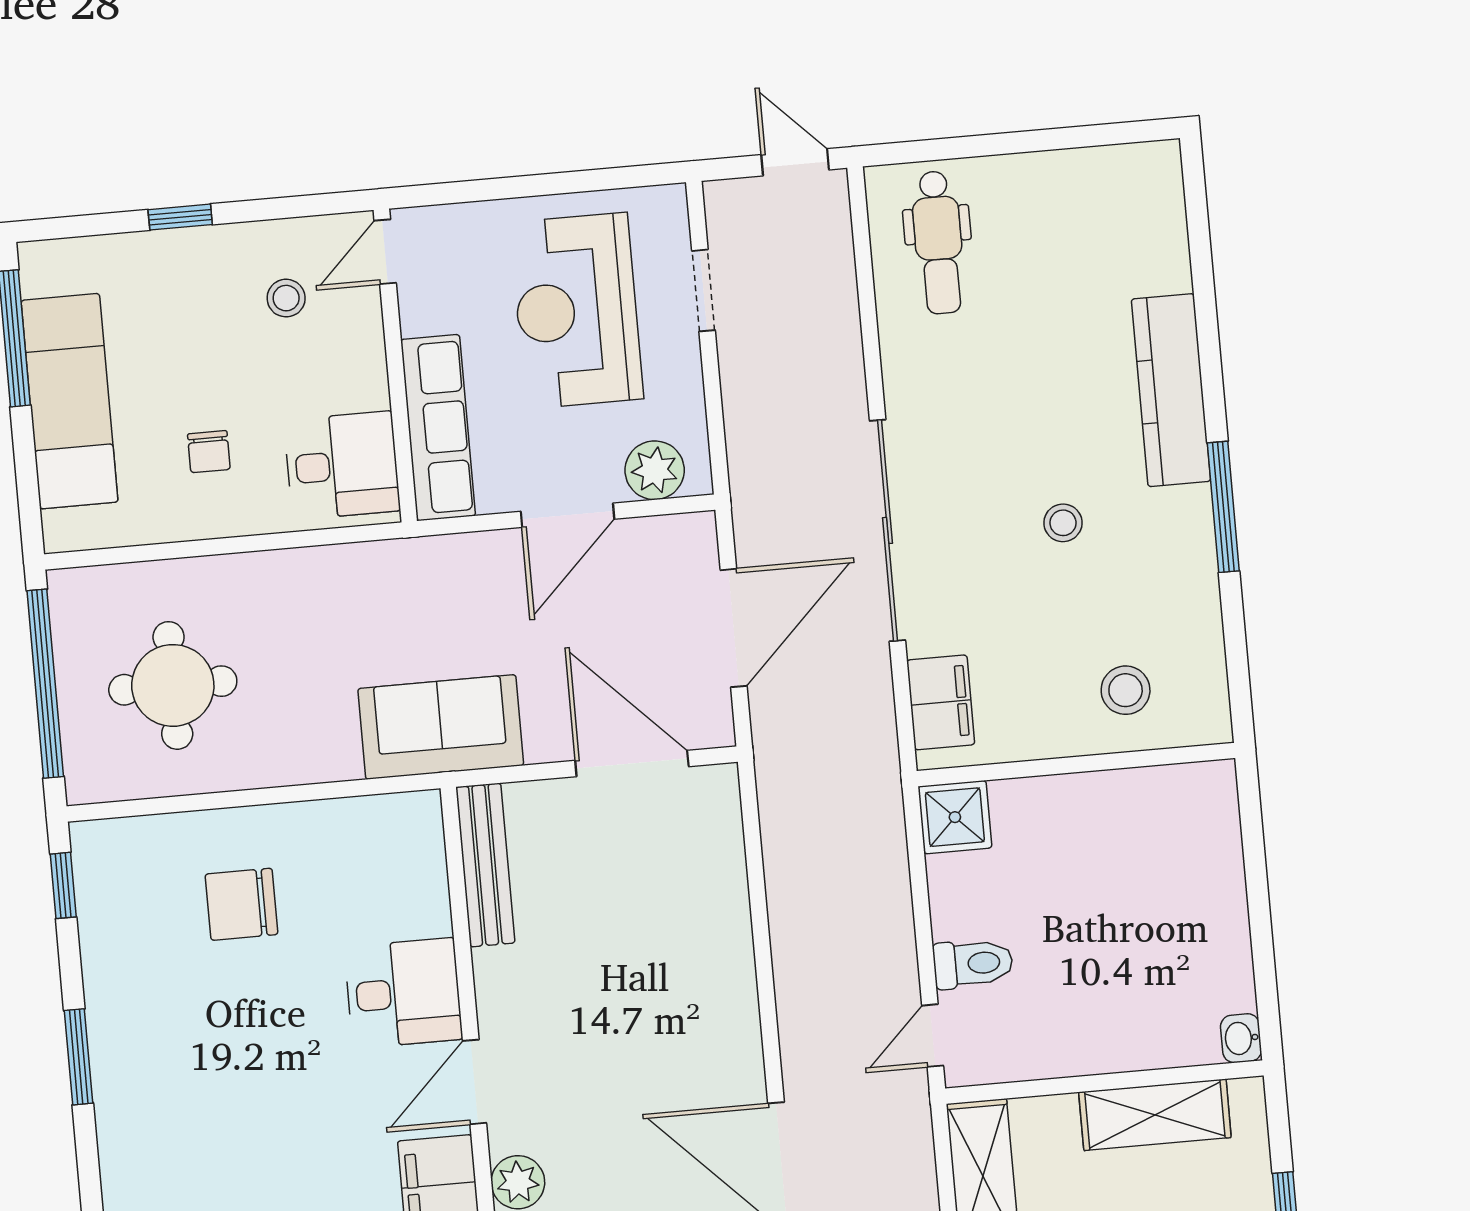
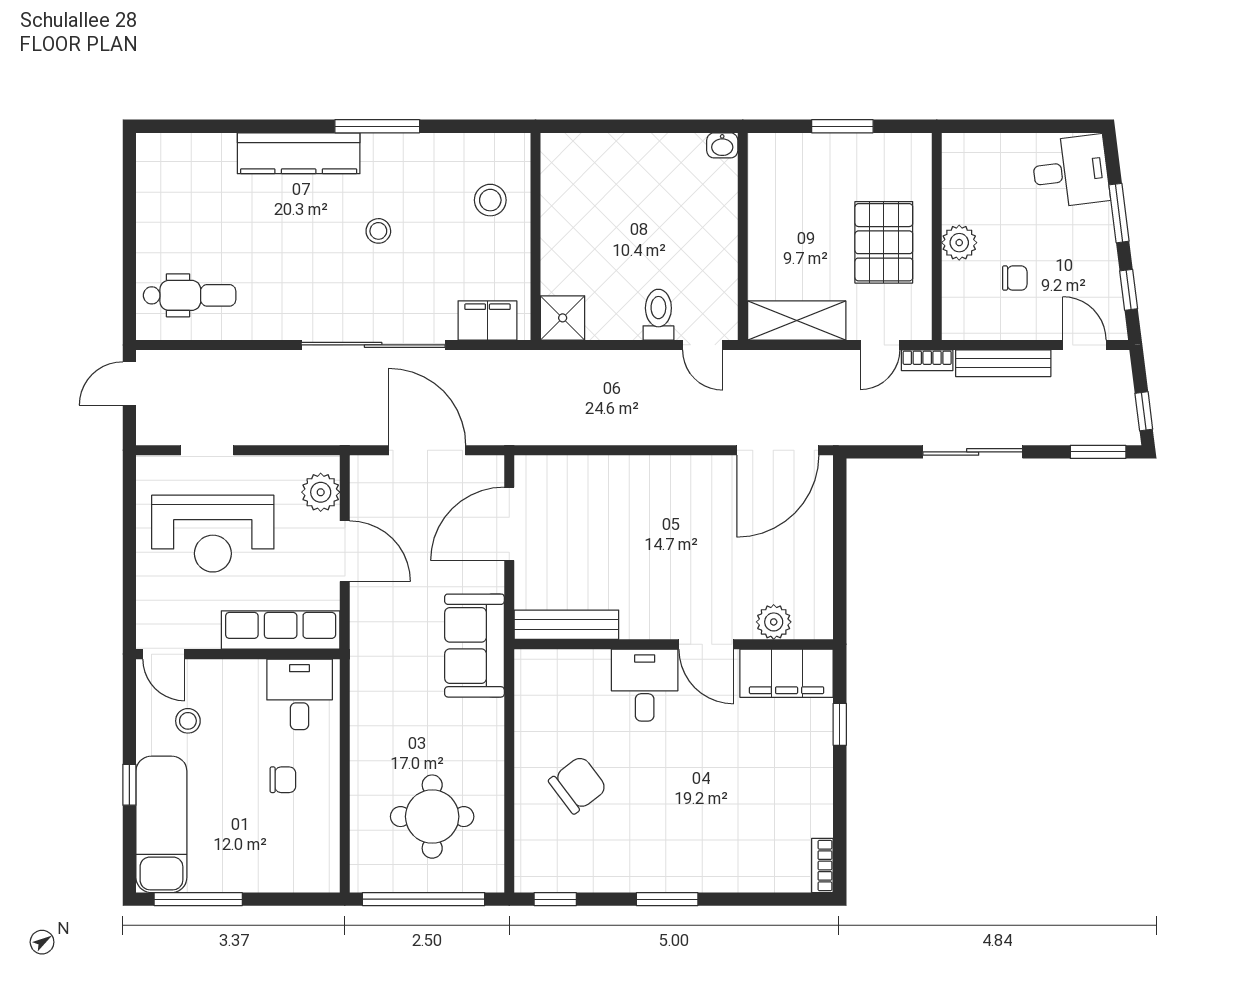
exam couch: (70, 401) -> (161, 824), moved, turned 90
chair: (242, 904) -> (578, 785), turned -127
shelving: (1155, 1115) -> (767, 206), removed

